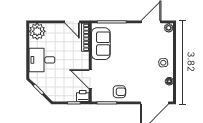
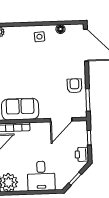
printer: (83, 96) -> (82, 154), moved

